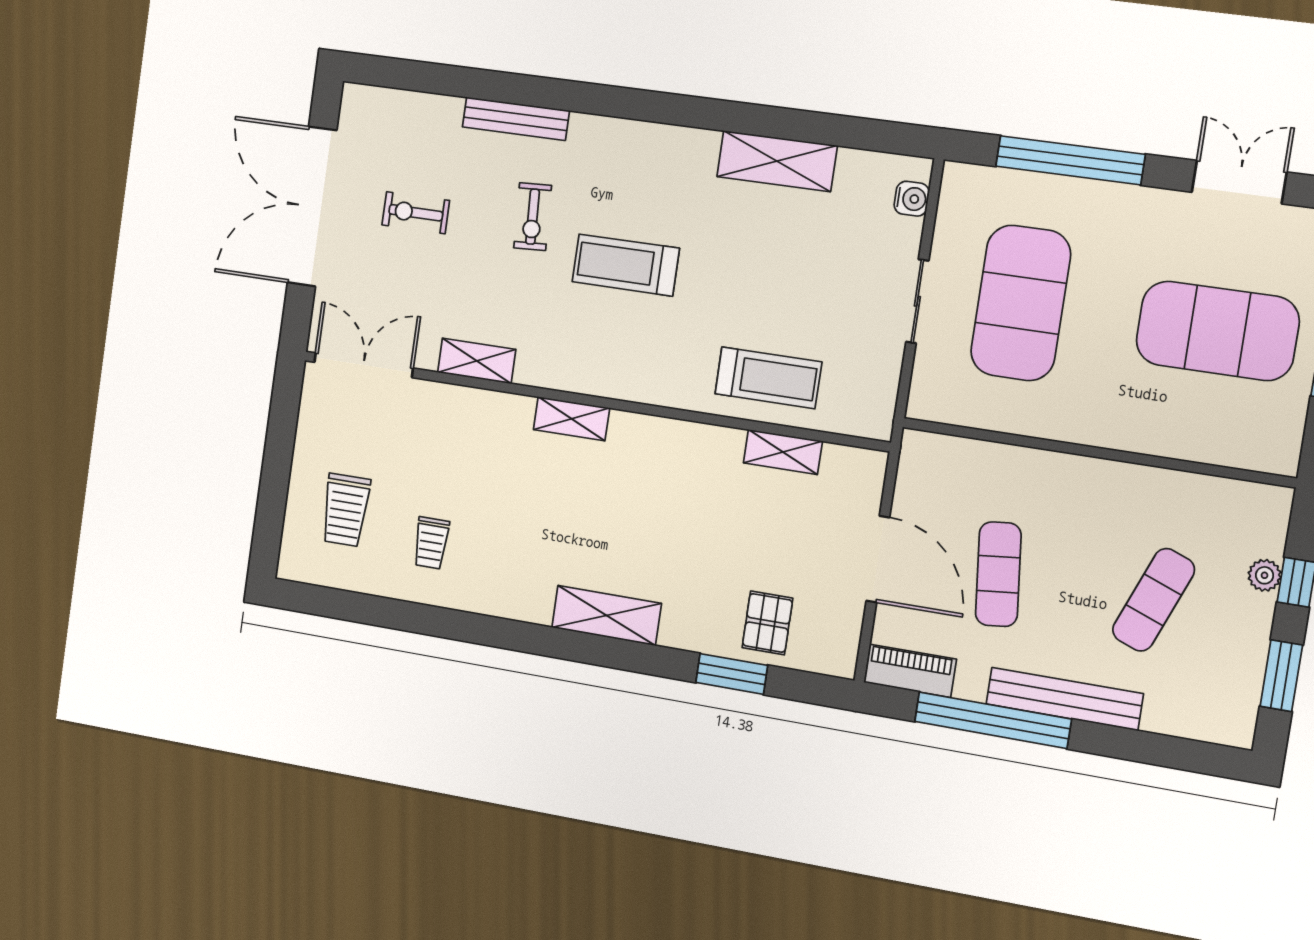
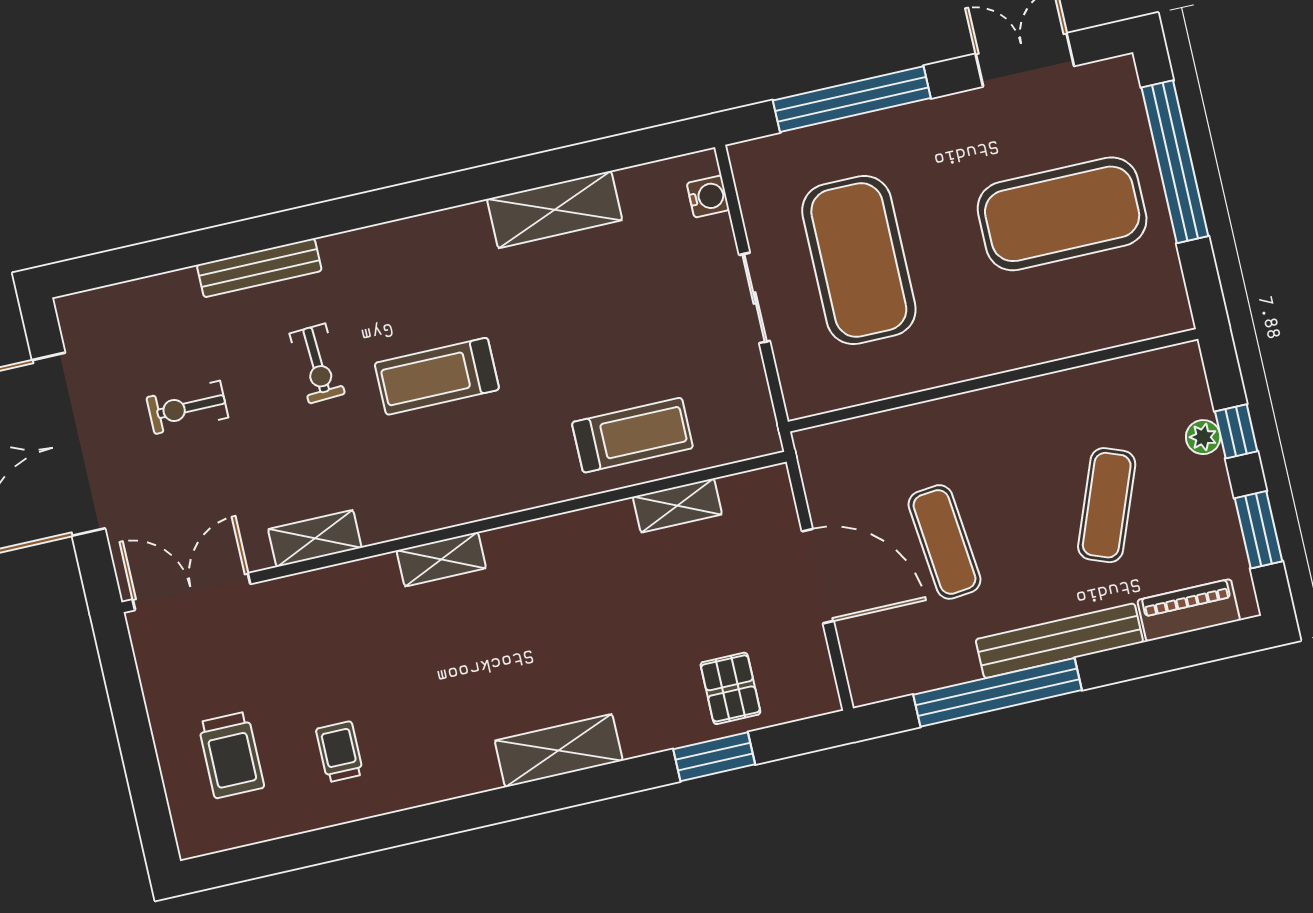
trolley: (431, 543) -> (340, 752), turned 180
piano: (910, 671) -> (1189, 610), moved

